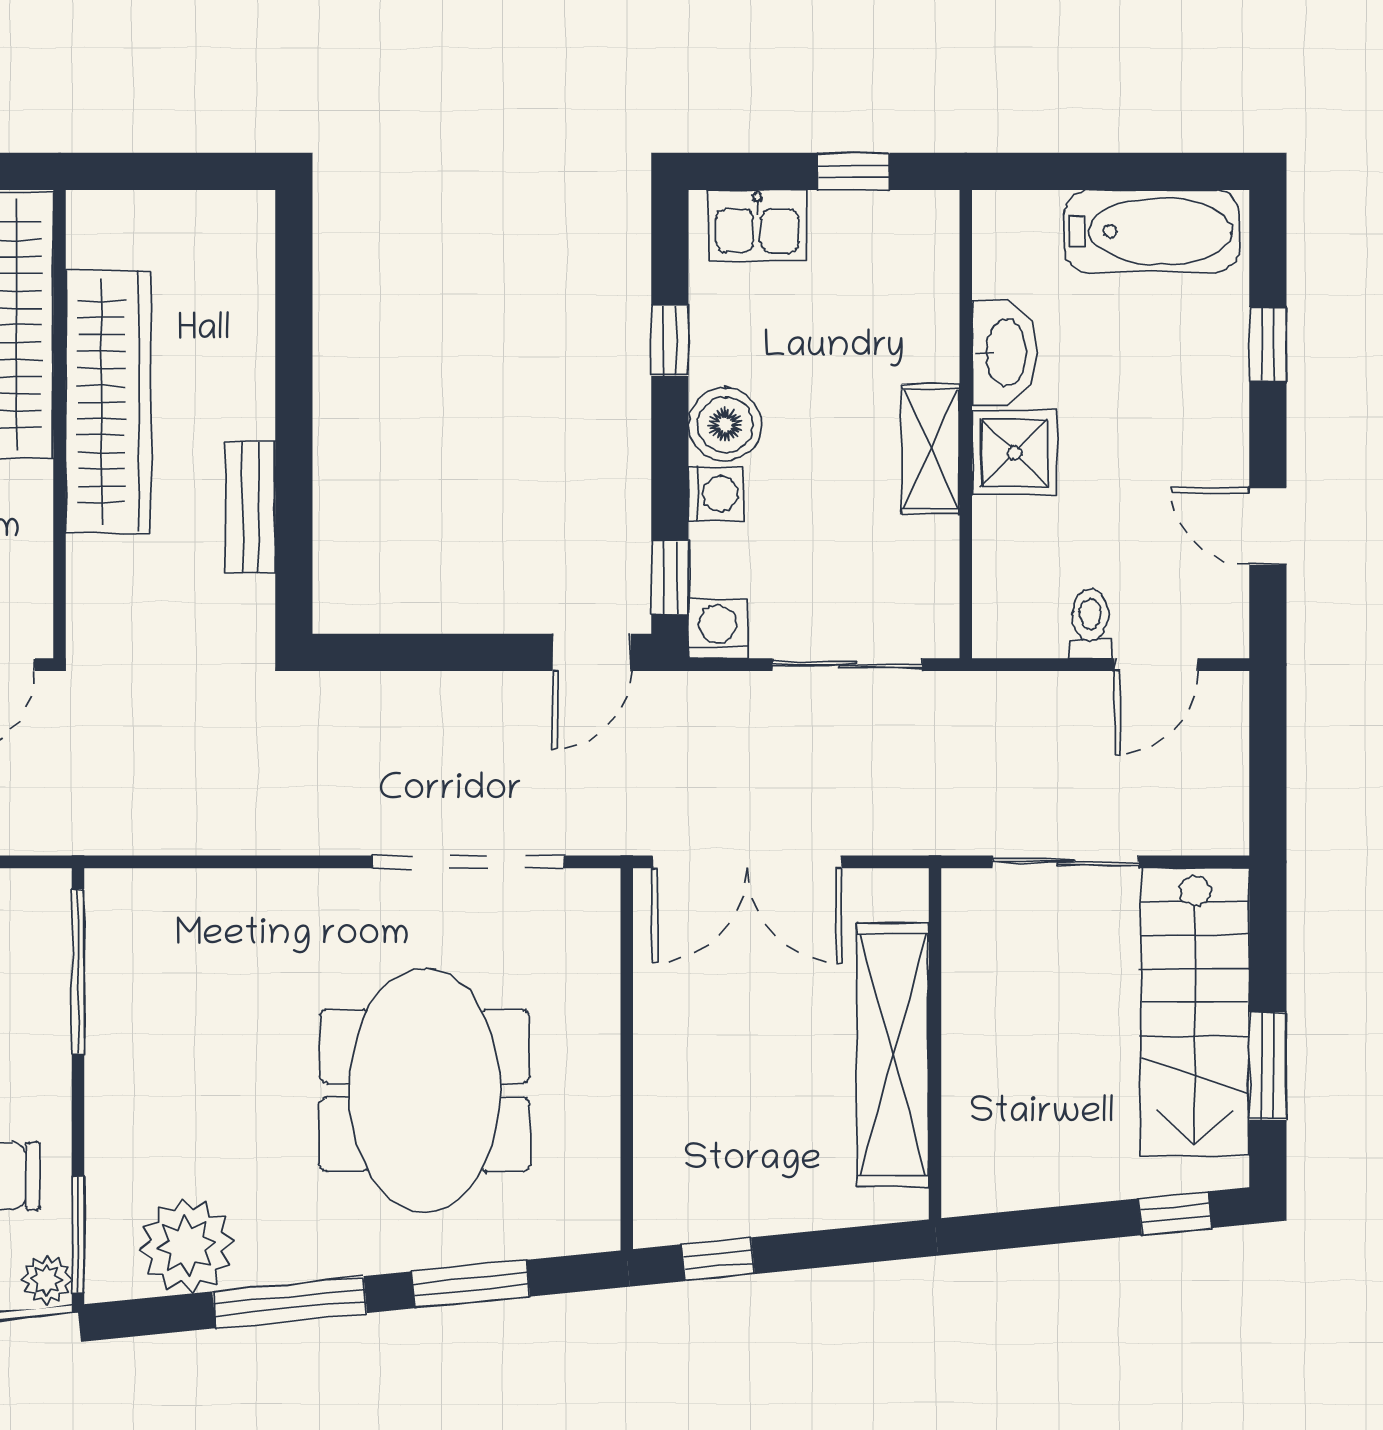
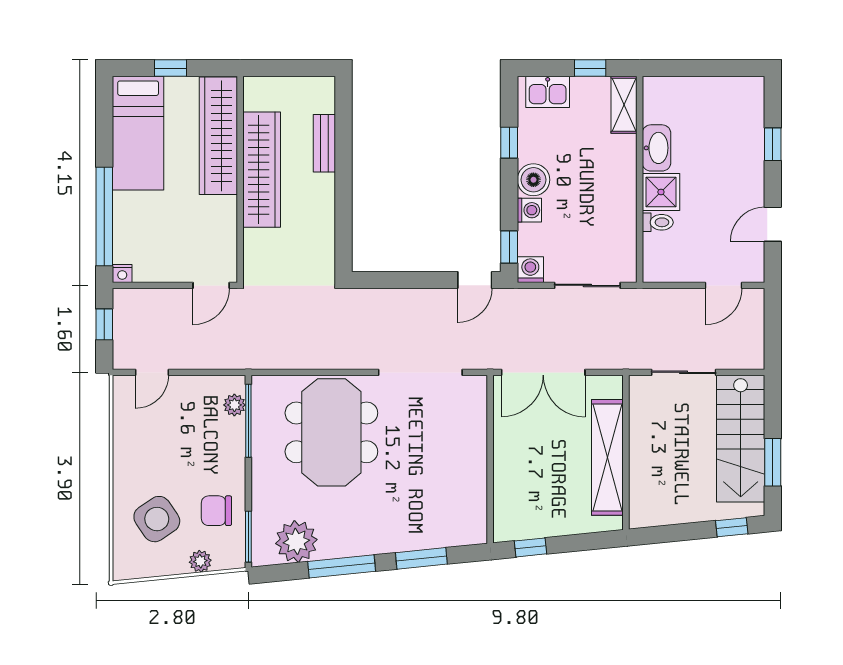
bathtub: (1152, 231) -> (722, 94), removed
shelving: (930, 449) -> (624, 105), moved
bench: (250, 507) -> (324, 143), moved
door: (1268, 526) -> (773, 224), hinge flipped
toilet: (1090, 624) -> (658, 222), moved, turned 90
meeting table: (425, 1090) -> (331, 432), moved
plant: (47, 1280) -> (234, 405), moved

